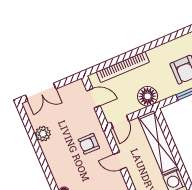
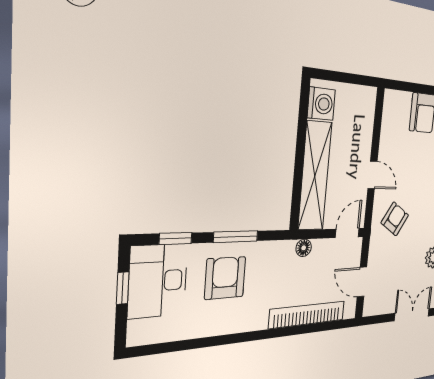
floor lamp: (148, 96) -> (304, 248), width x0.53, depth x0.53
armchair: (89, 144) -> (395, 219), turned -57

